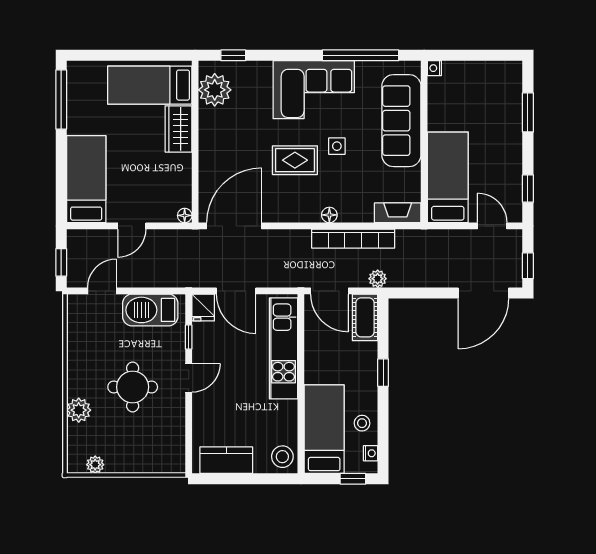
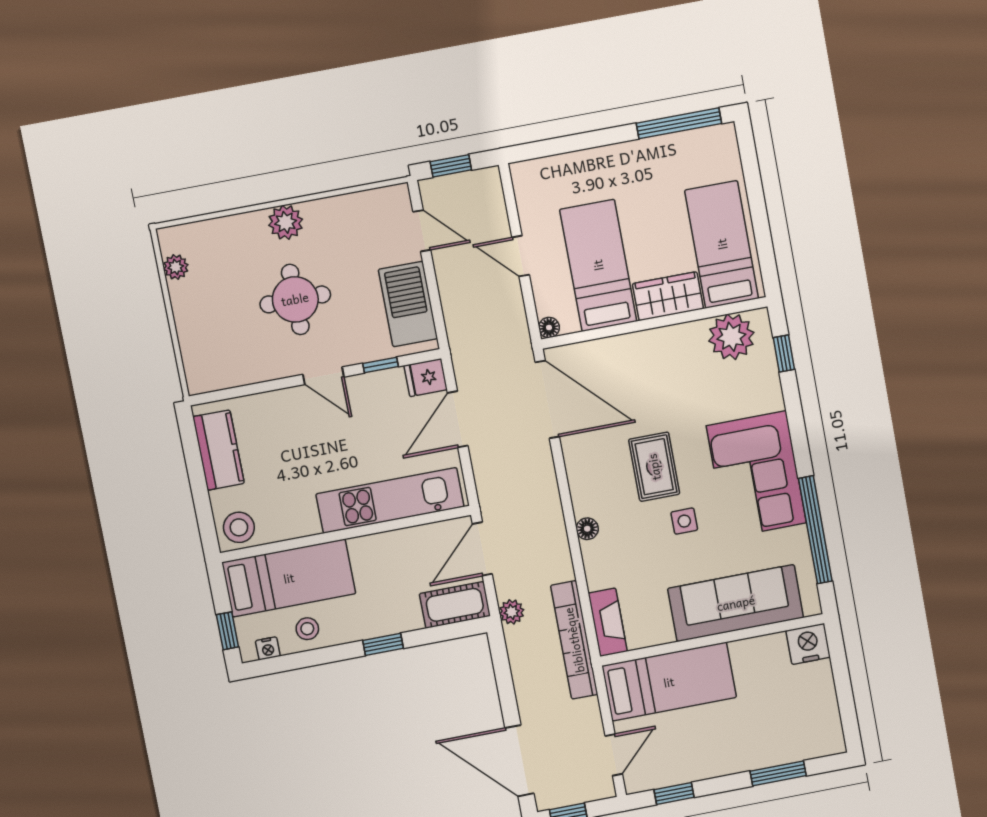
nightstand: (434, 68) -> (808, 644), width x1.89, depth x1.79
bed: (86, 179) -> (598, 265), moved, turned -90
bookcase: (353, 239) -> (574, 640), moved
plant: (79, 410) -> (286, 222), moved

